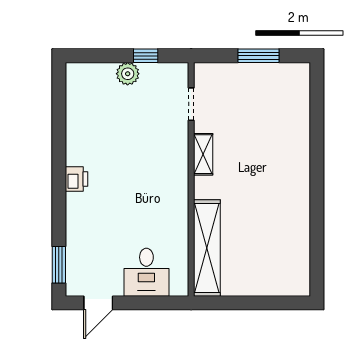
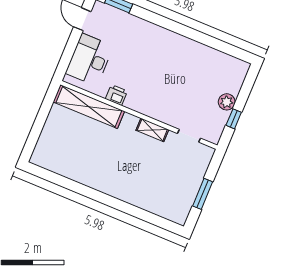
printer: (77, 179) -> (116, 95), moved, turned 180
desk: (146, 272) -> (89, 60), width x1.37

